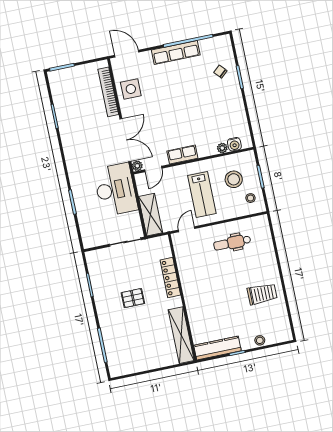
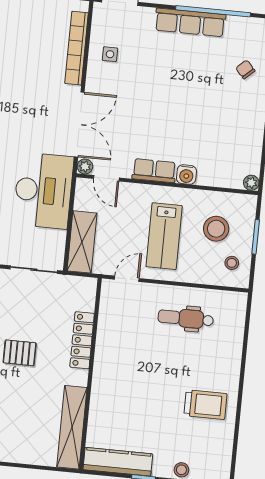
side table: (131, 89) -> (110, 54), width x0.54, depth x0.54
water cooler: (234, 144) -> (186, 175), moved
plant: (222, 148) -> (251, 183), moved
door: (153, 169) -> (106, 178), hinge flipped

